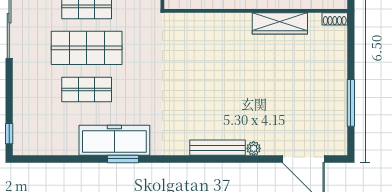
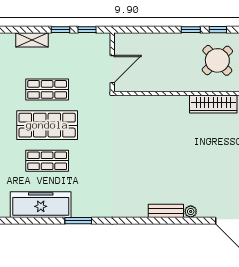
freezer: (114, 140) -> (41, 205), moved
bench: (217, 148) -> (166, 211), width x0.73

